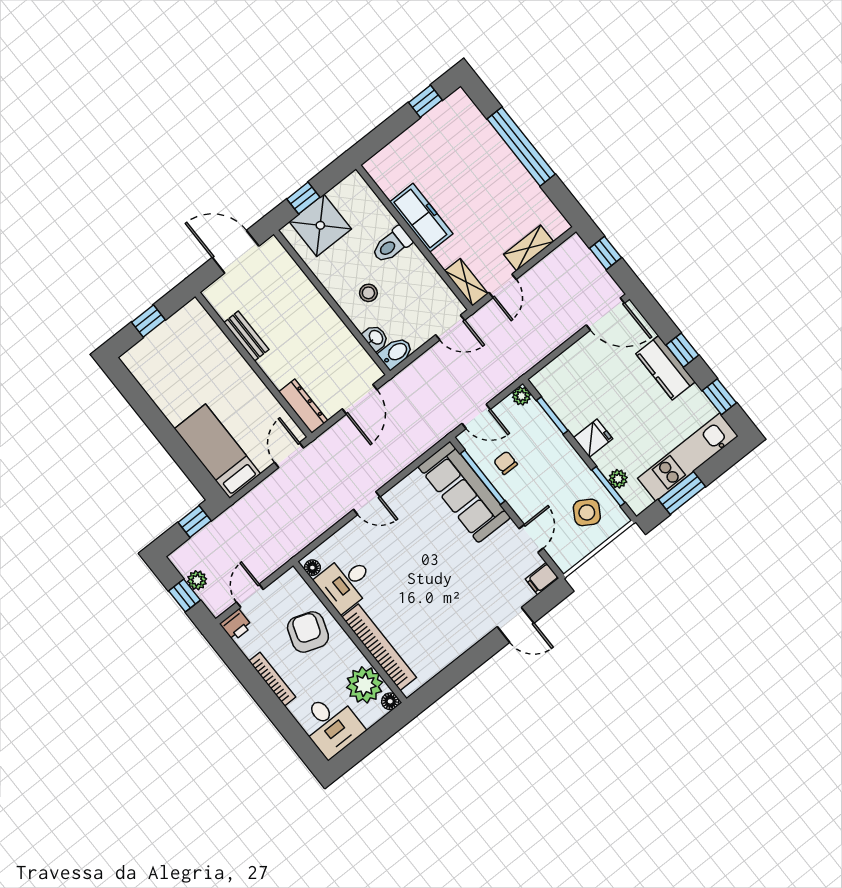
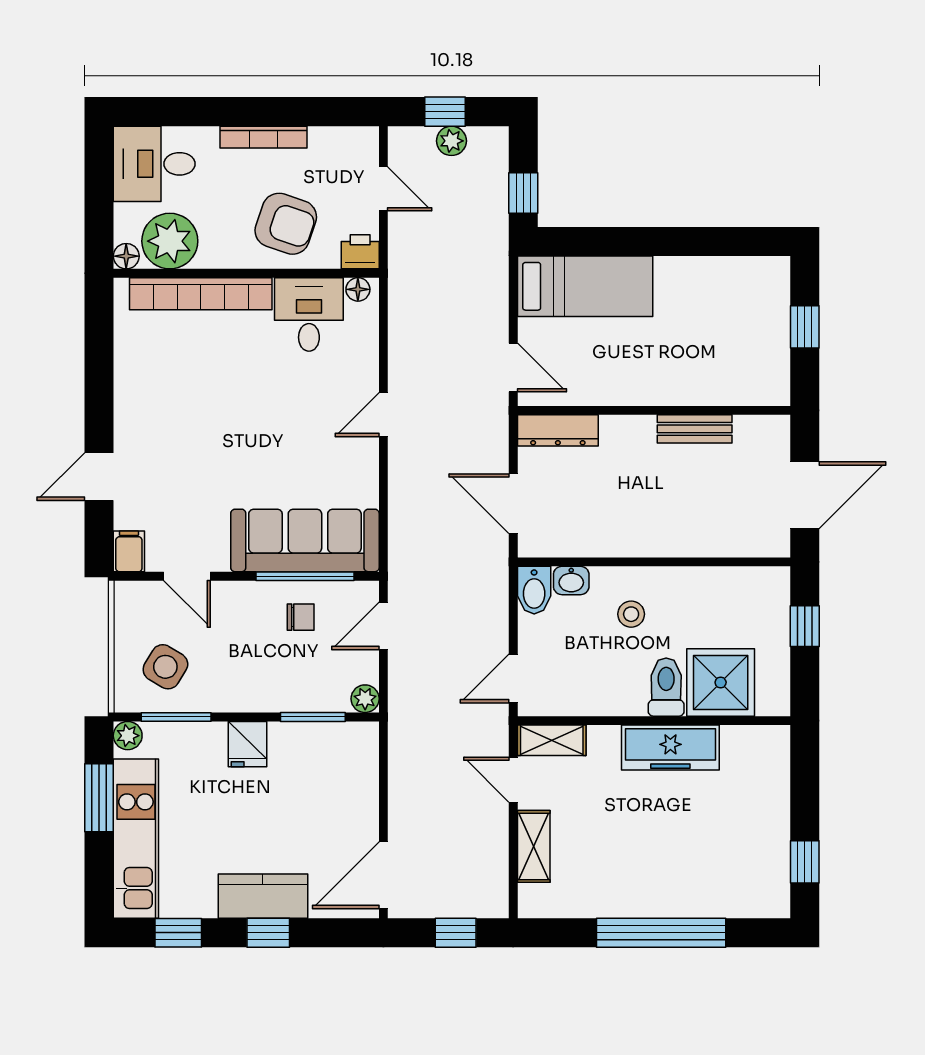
shower: (320, 225) -> (721, 682), moved
plant: (618, 479) -> (128, 736), moved
printer: (236, 625) -> (360, 252), moved, turned 90

